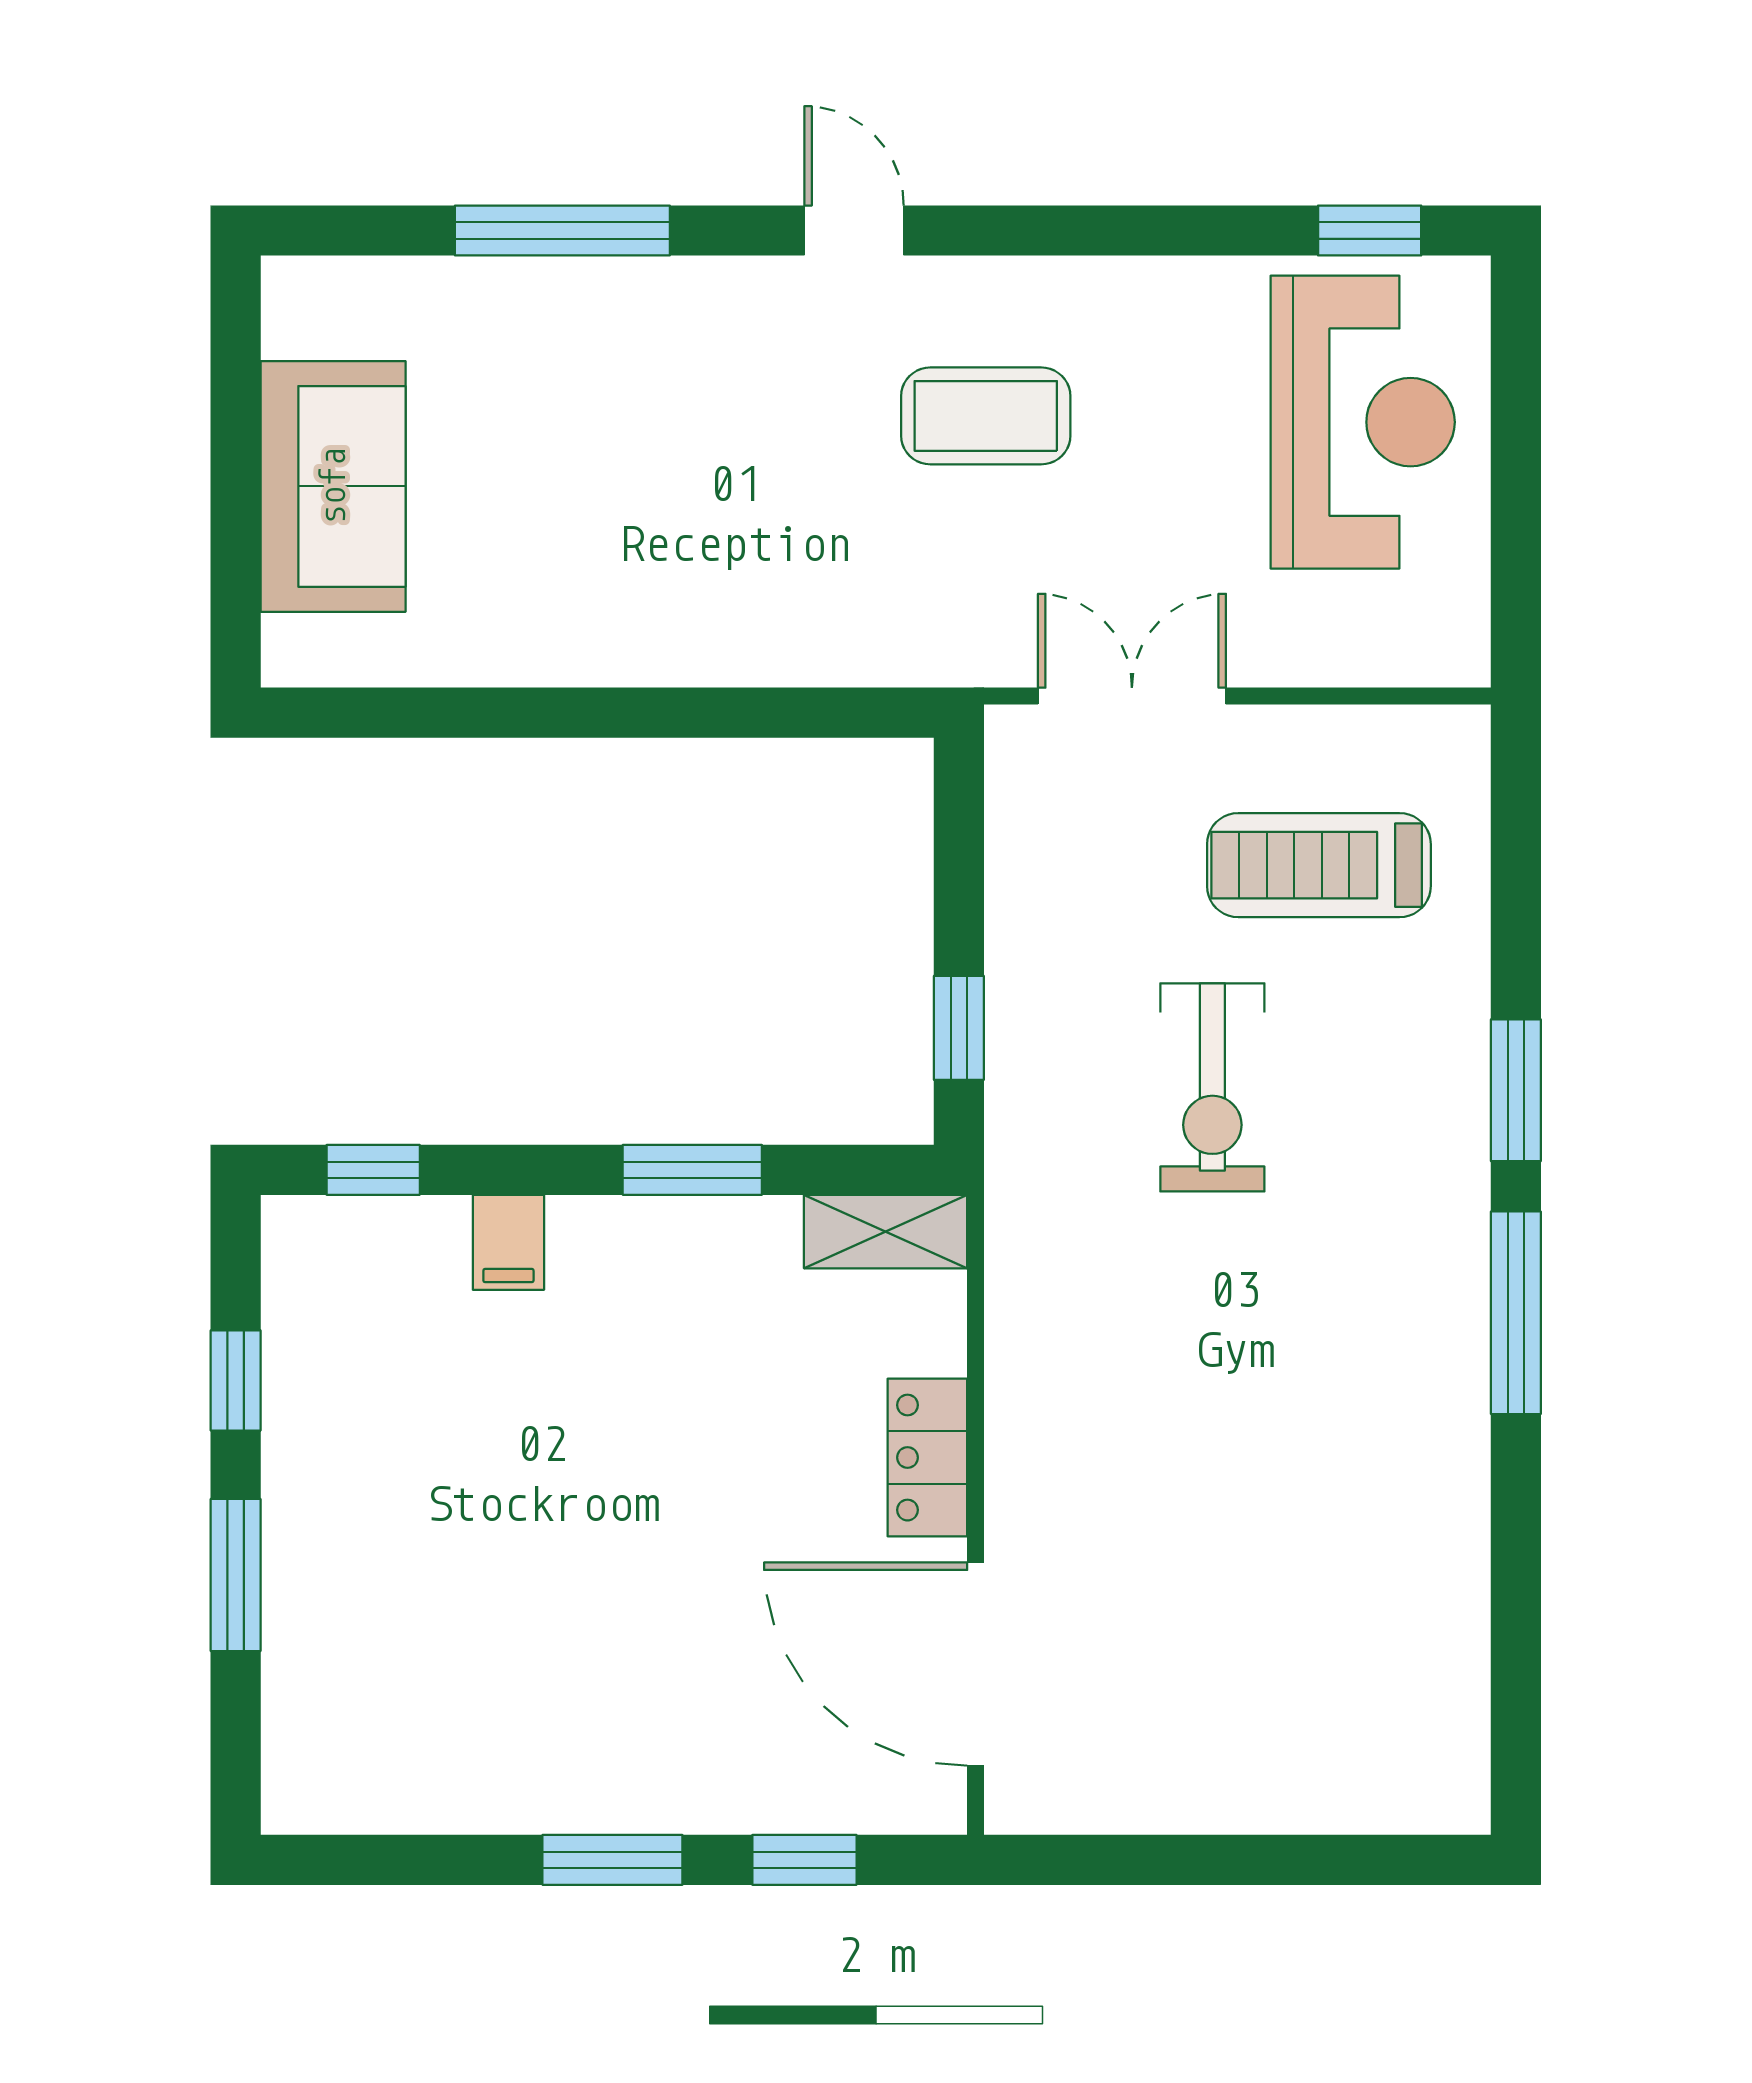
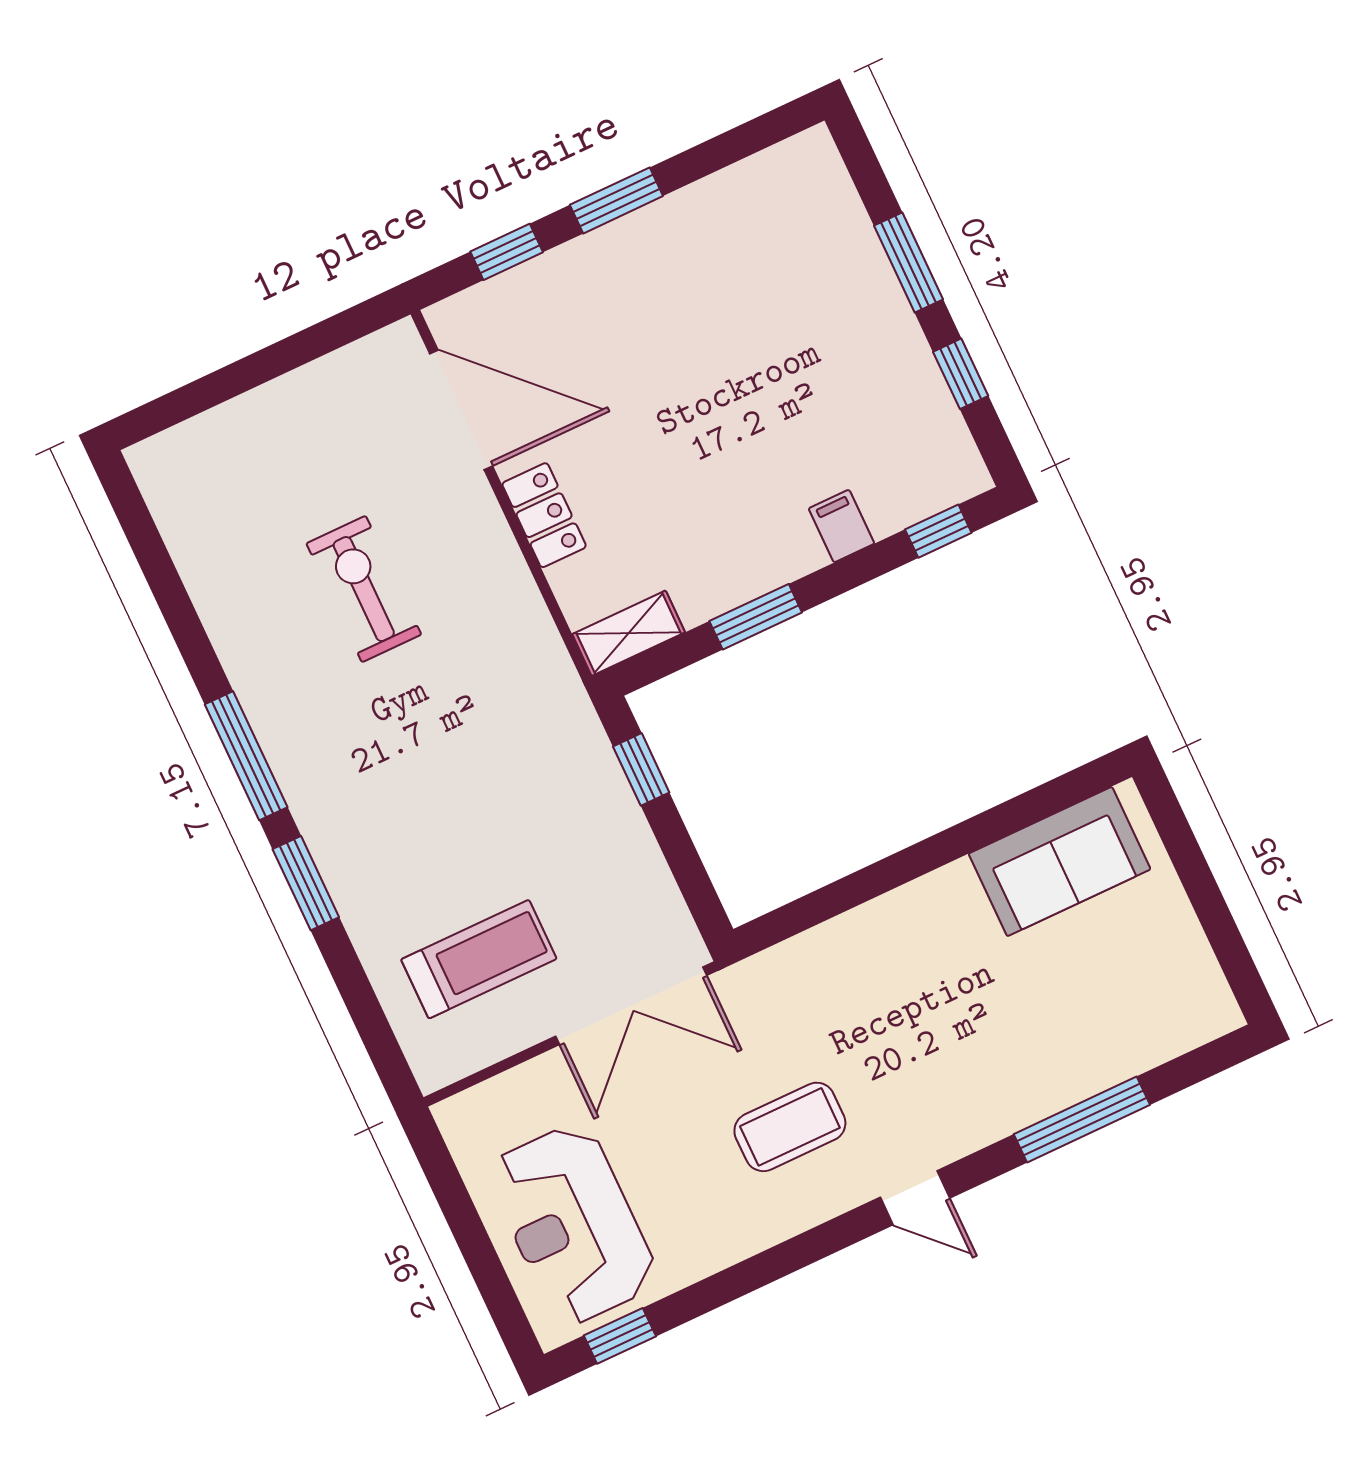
sofa: (333, 486) -> (1060, 862), moved, turned -90
double door: (1132, 696) -> (631, 1006), width x1.37
exercise bike: (1212, 1087) -> (364, 589), moved

